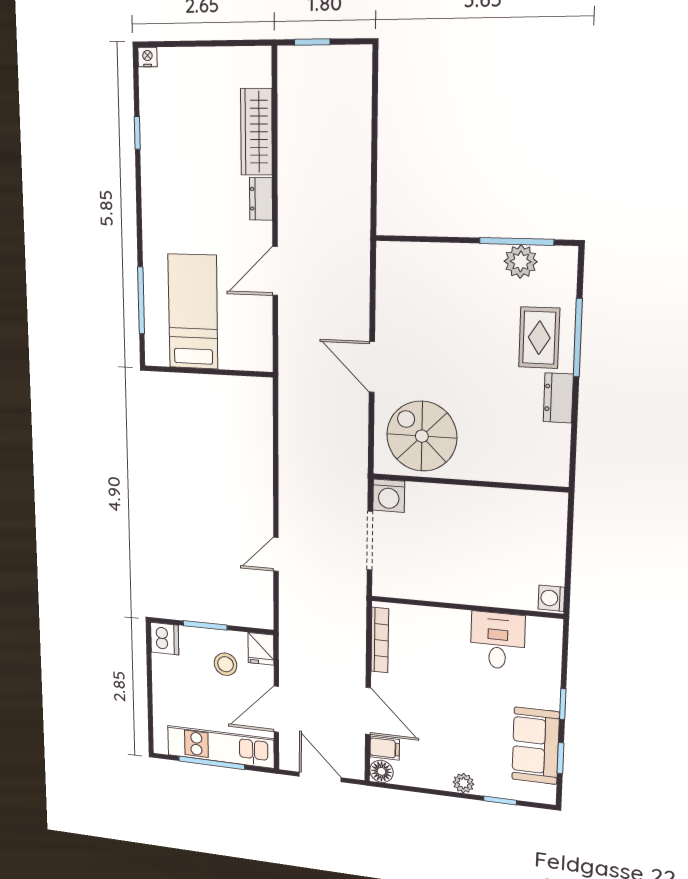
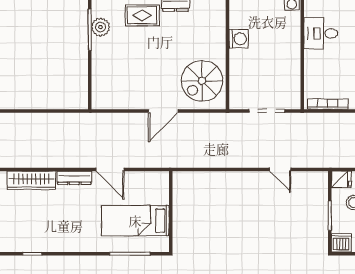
dresser: (261, 199) -> (74, 178), width x1.44
washing machine: (389, 496) -> (239, 39), moved

